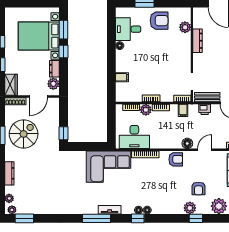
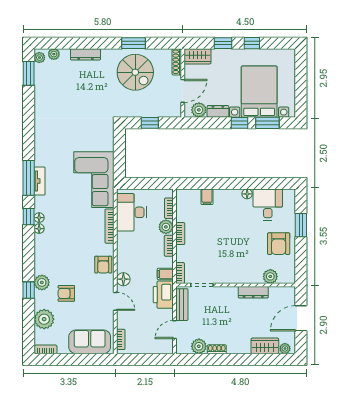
door: (38, 97) -> (183, 91), swing flipped
printer: (205, 109) -> (163, 295), width x1.87, depth x1.48
window: (64, 133) -> (150, 123), moved
window: (96, 218) -> (29, 178), moved

